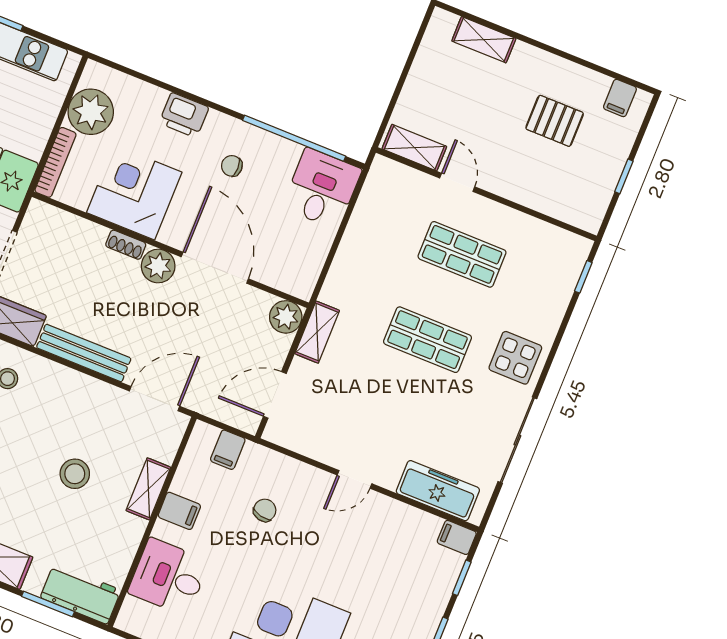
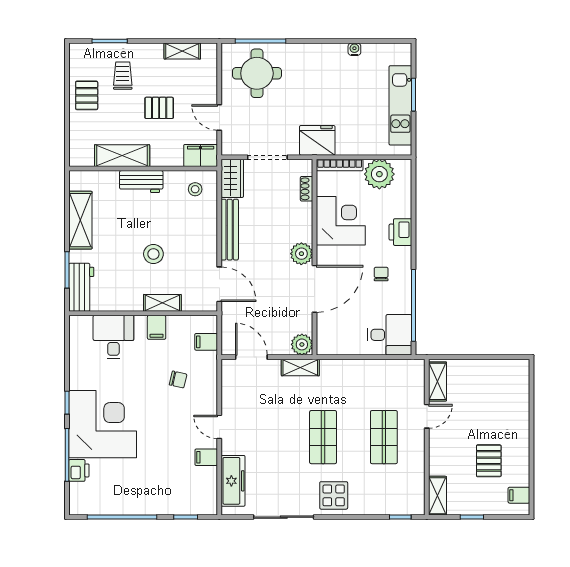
shelving: (484, 40) -> (438, 496), moved
shoe rack: (126, 245) -> (307, 189), moved
filing cabinet: (457, 537) -> (206, 457), moved, turned -90

